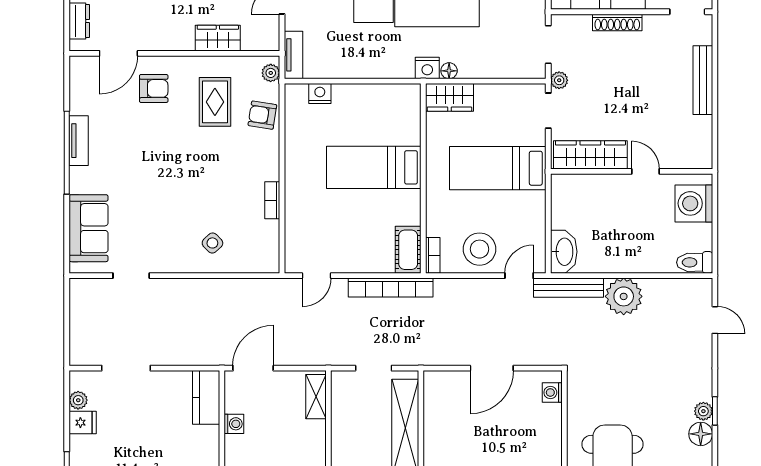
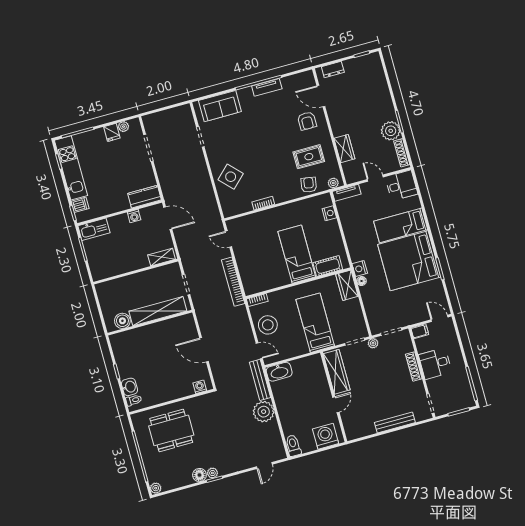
side table: (212, 243) -> (231, 177), width x1.87, depth x1.87
cot: (408, 250) -> (328, 266), moved

